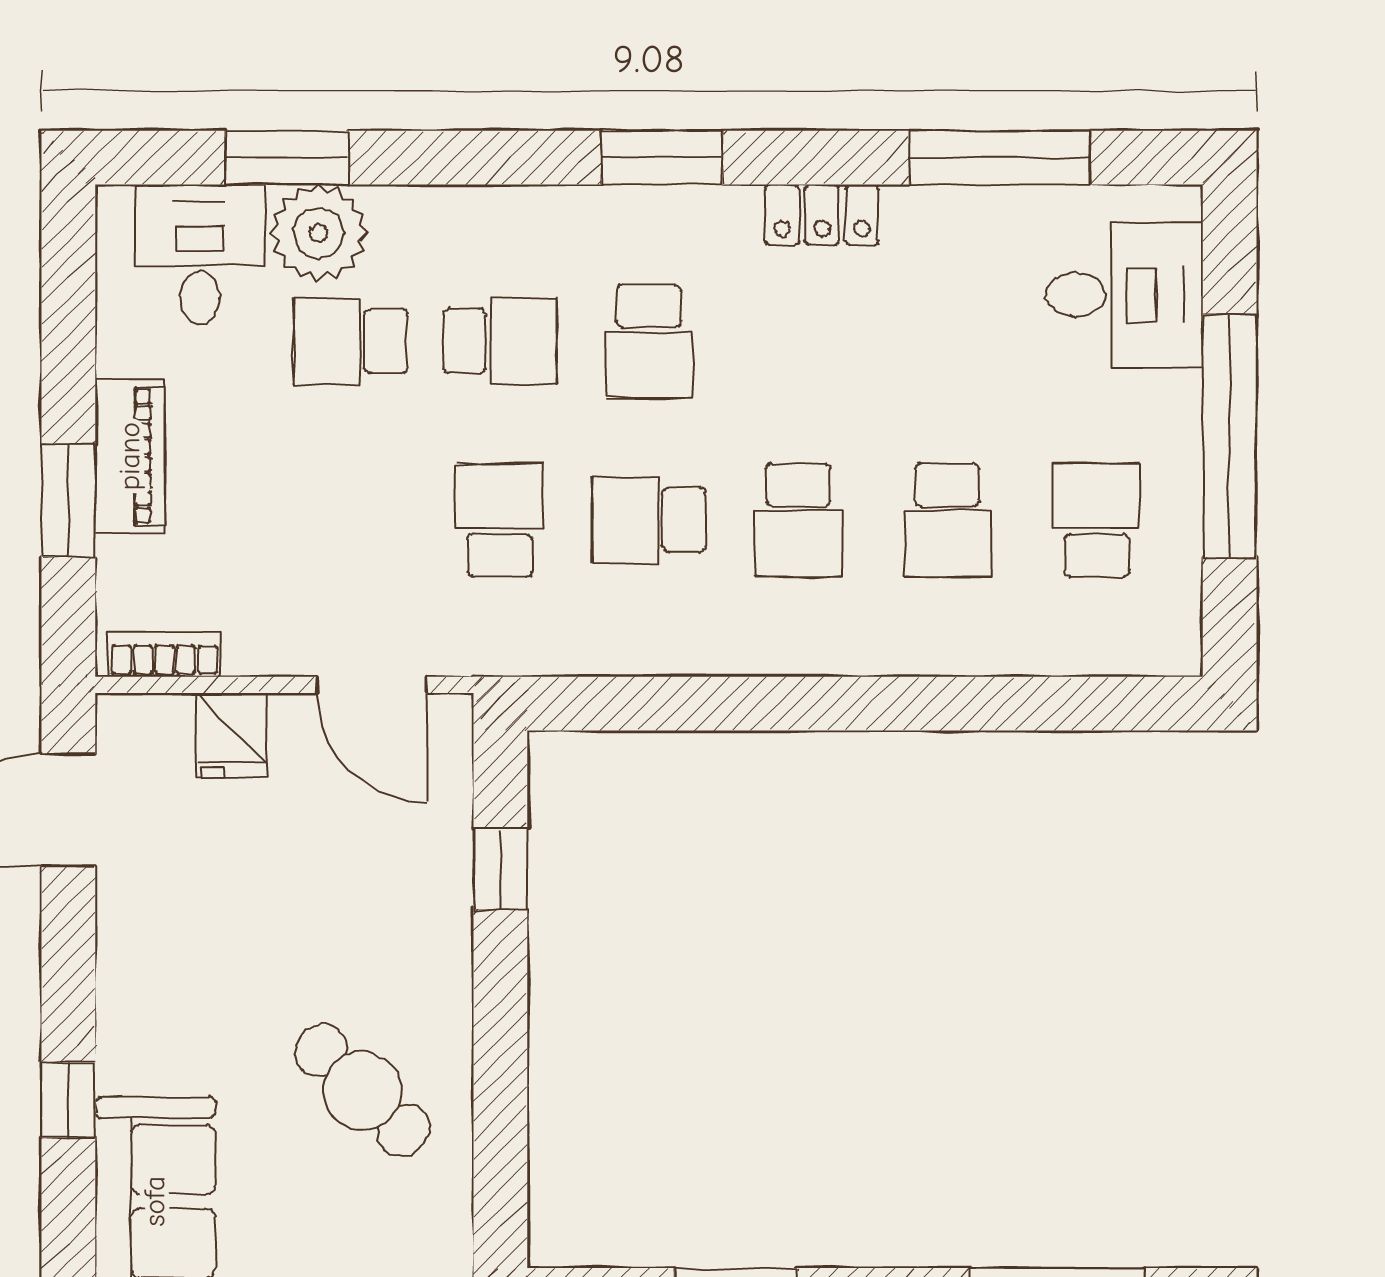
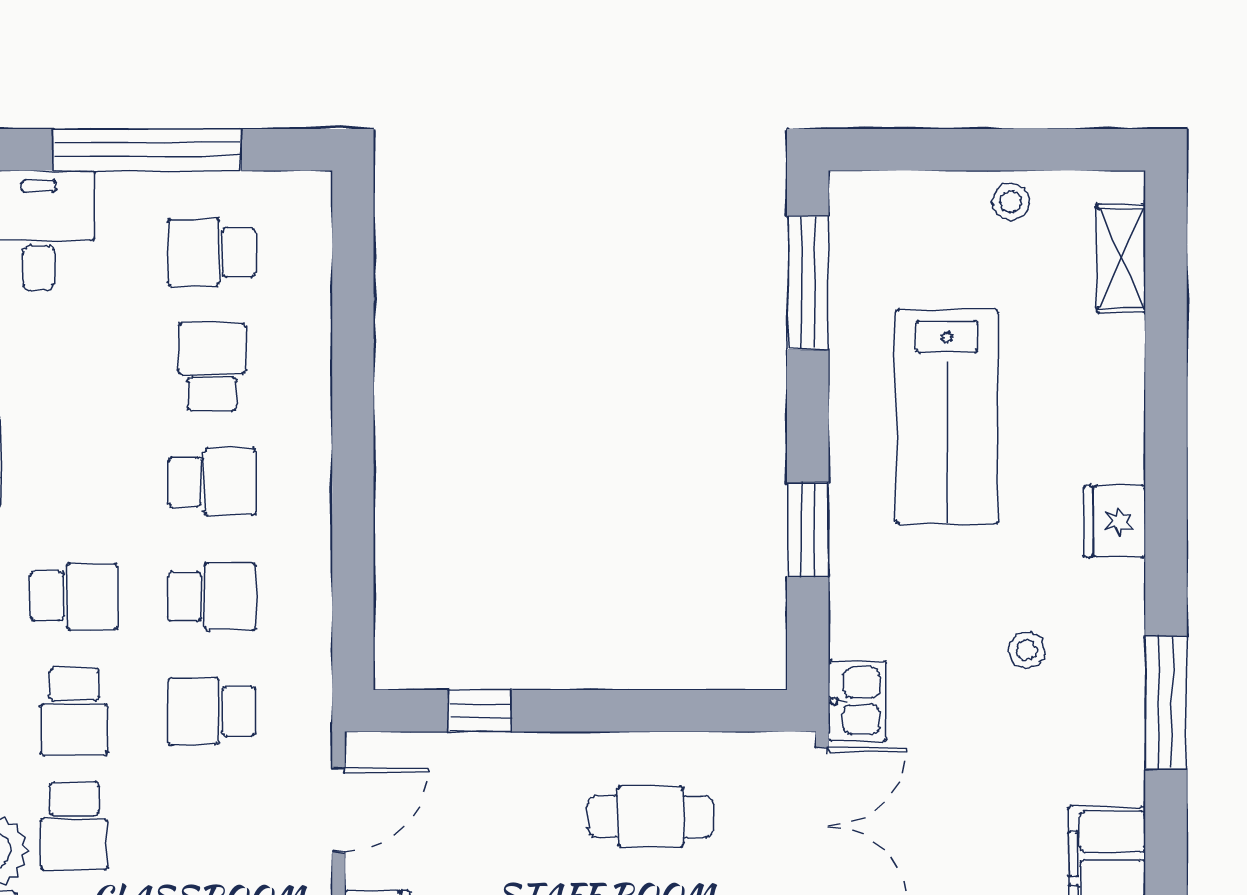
school desk: (500, 341) -> (74, 711), turned 180
school desk: (649, 520) -> (212, 596), turned -90
school desk: (947, 520) -> (212, 367), turned -90
cafe table: (362, 1091) -> (651, 817), turned 46

